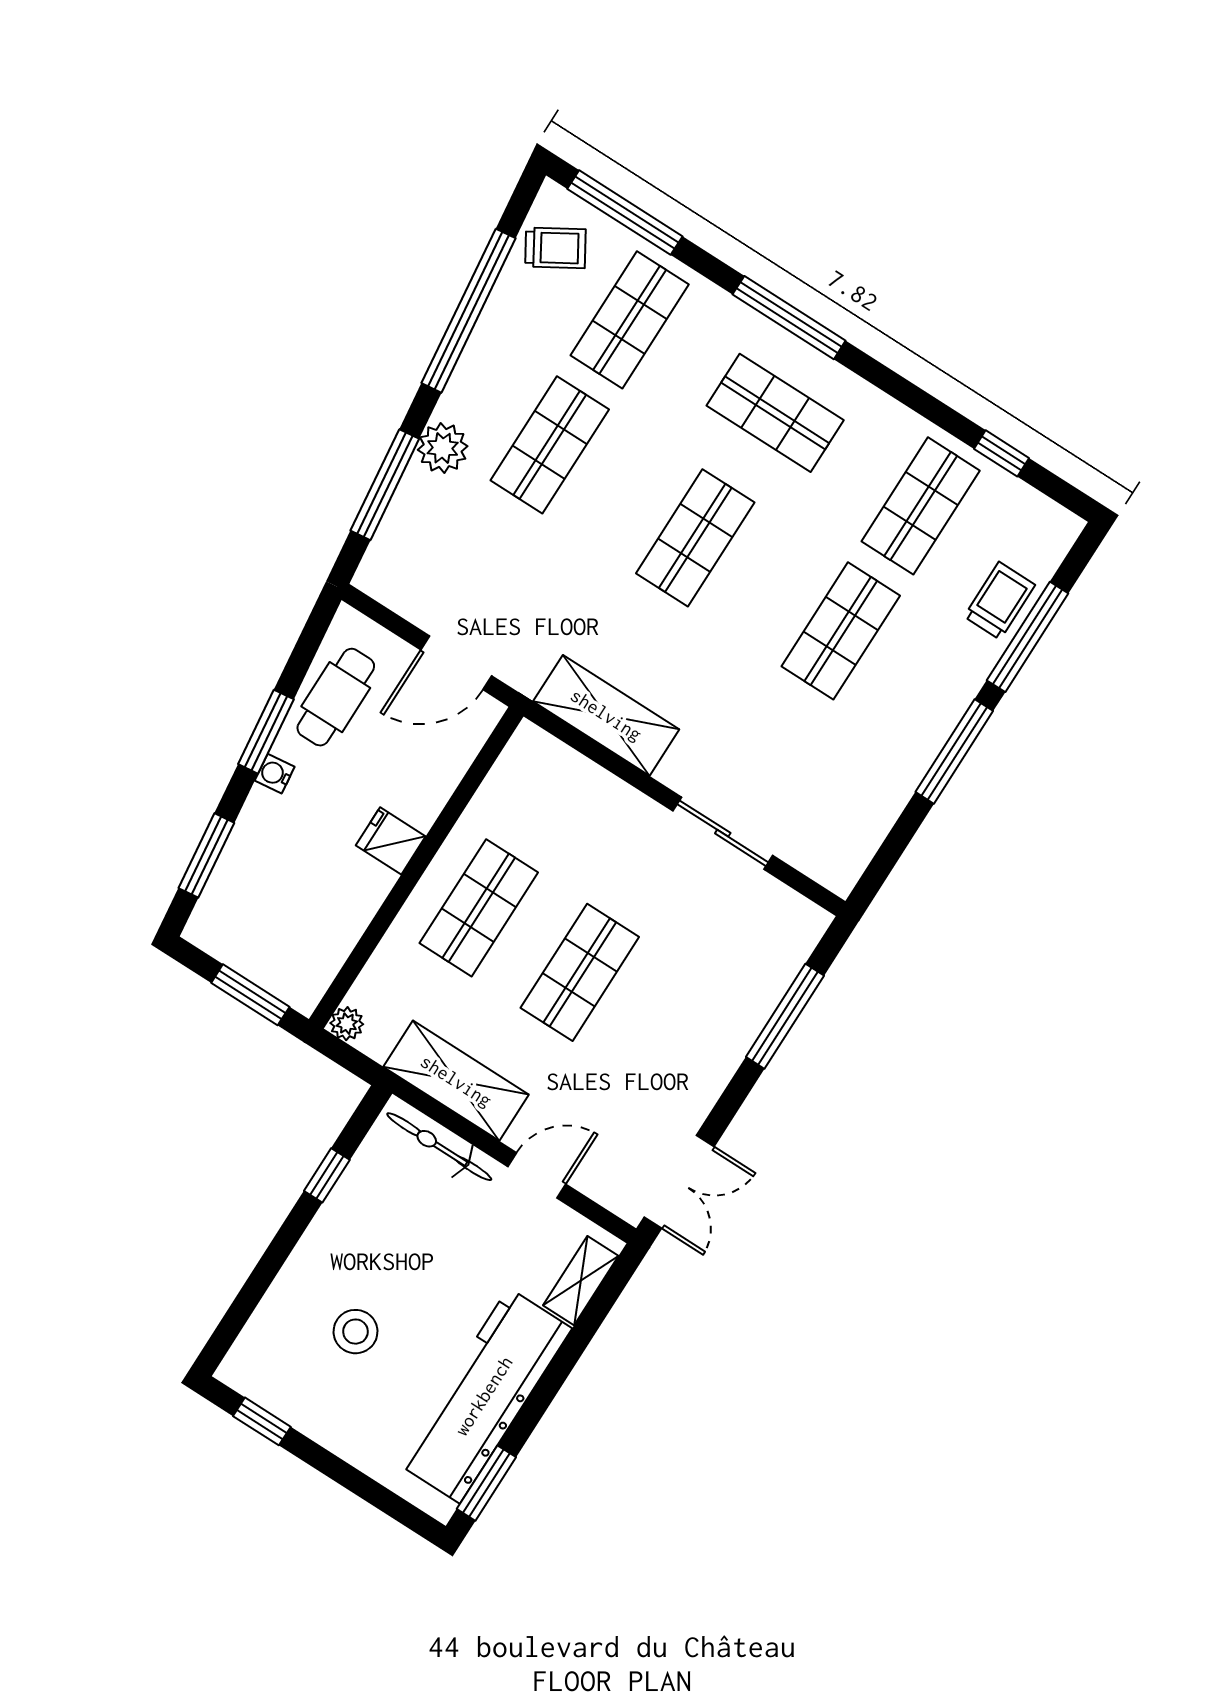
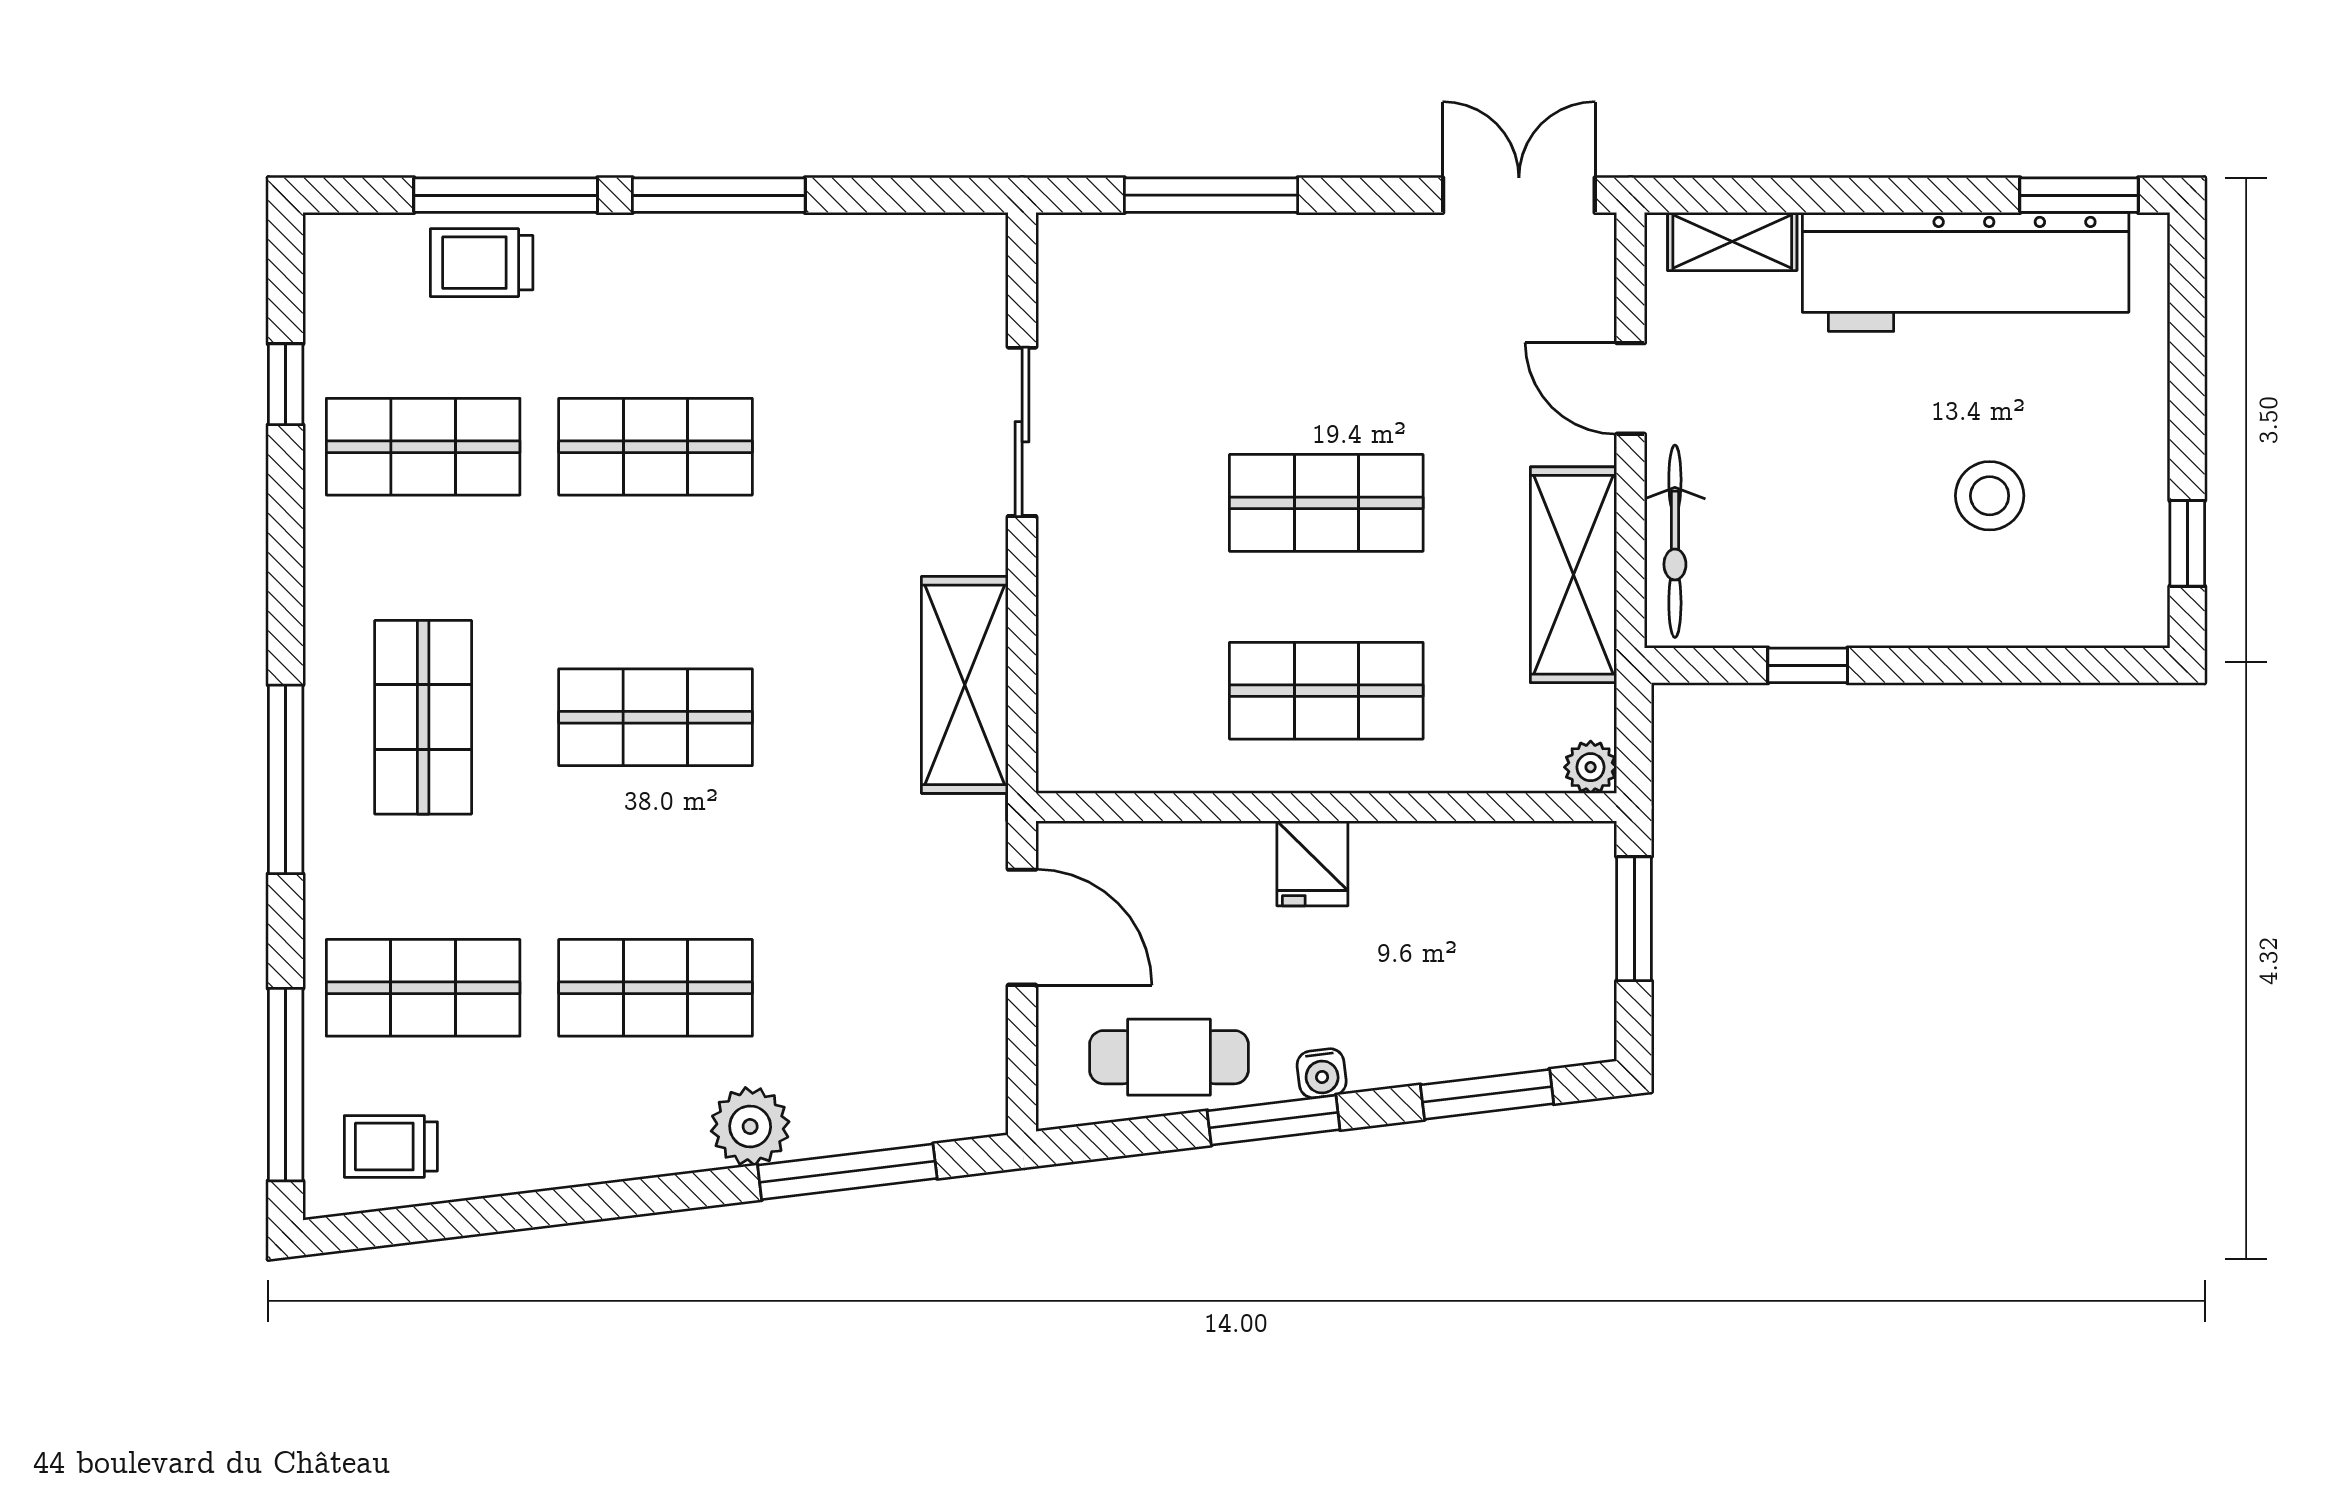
trolley: (555, 248) -> (391, 1146), turned -59
window: (469, 311) -> (547, 1208), removed

